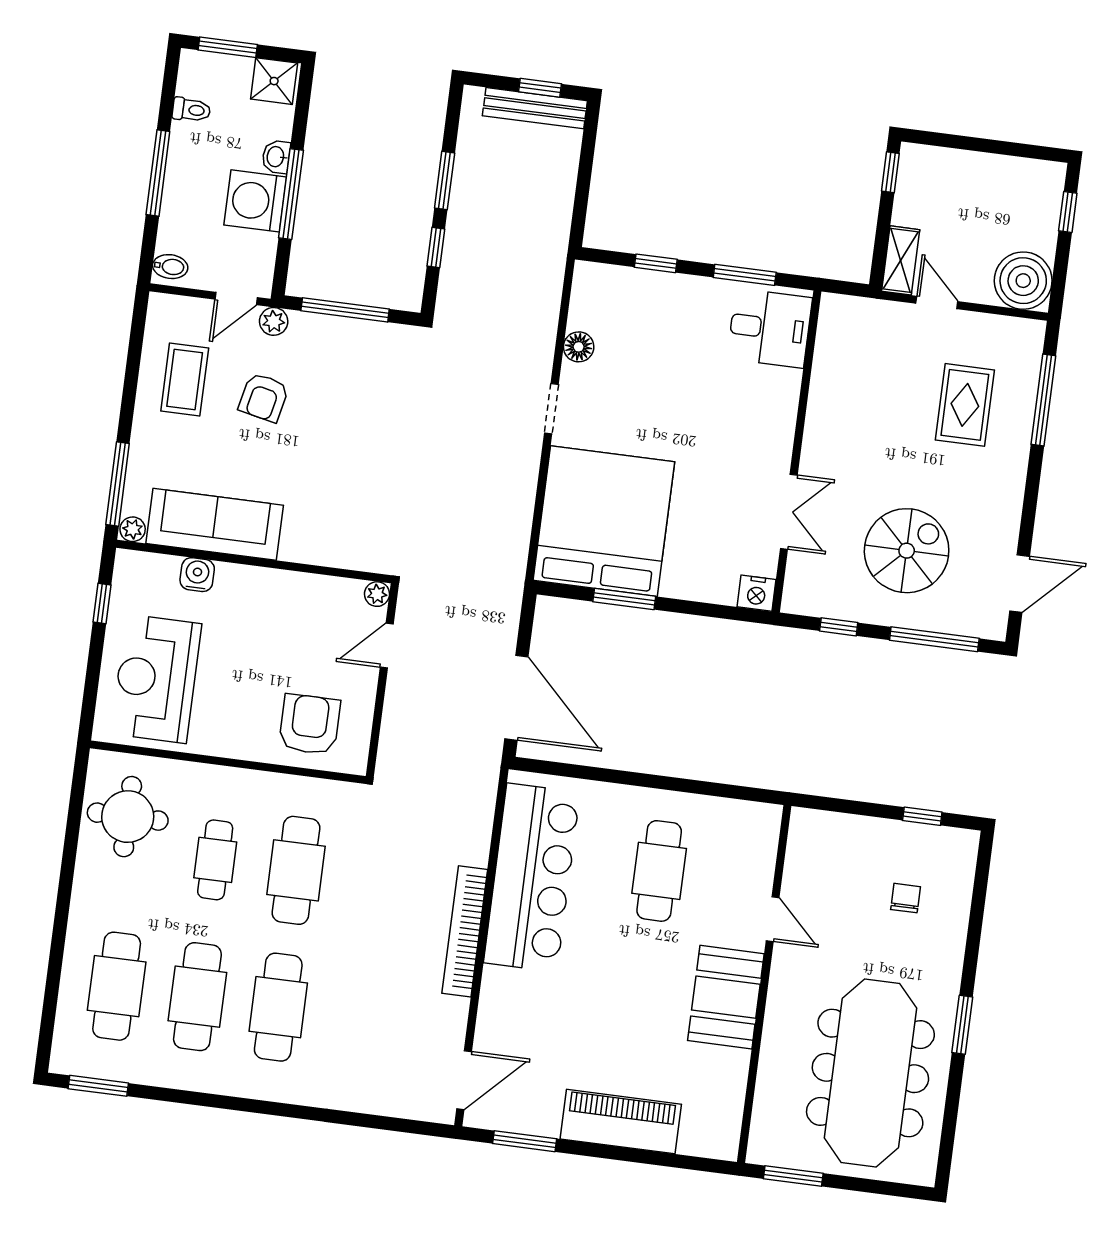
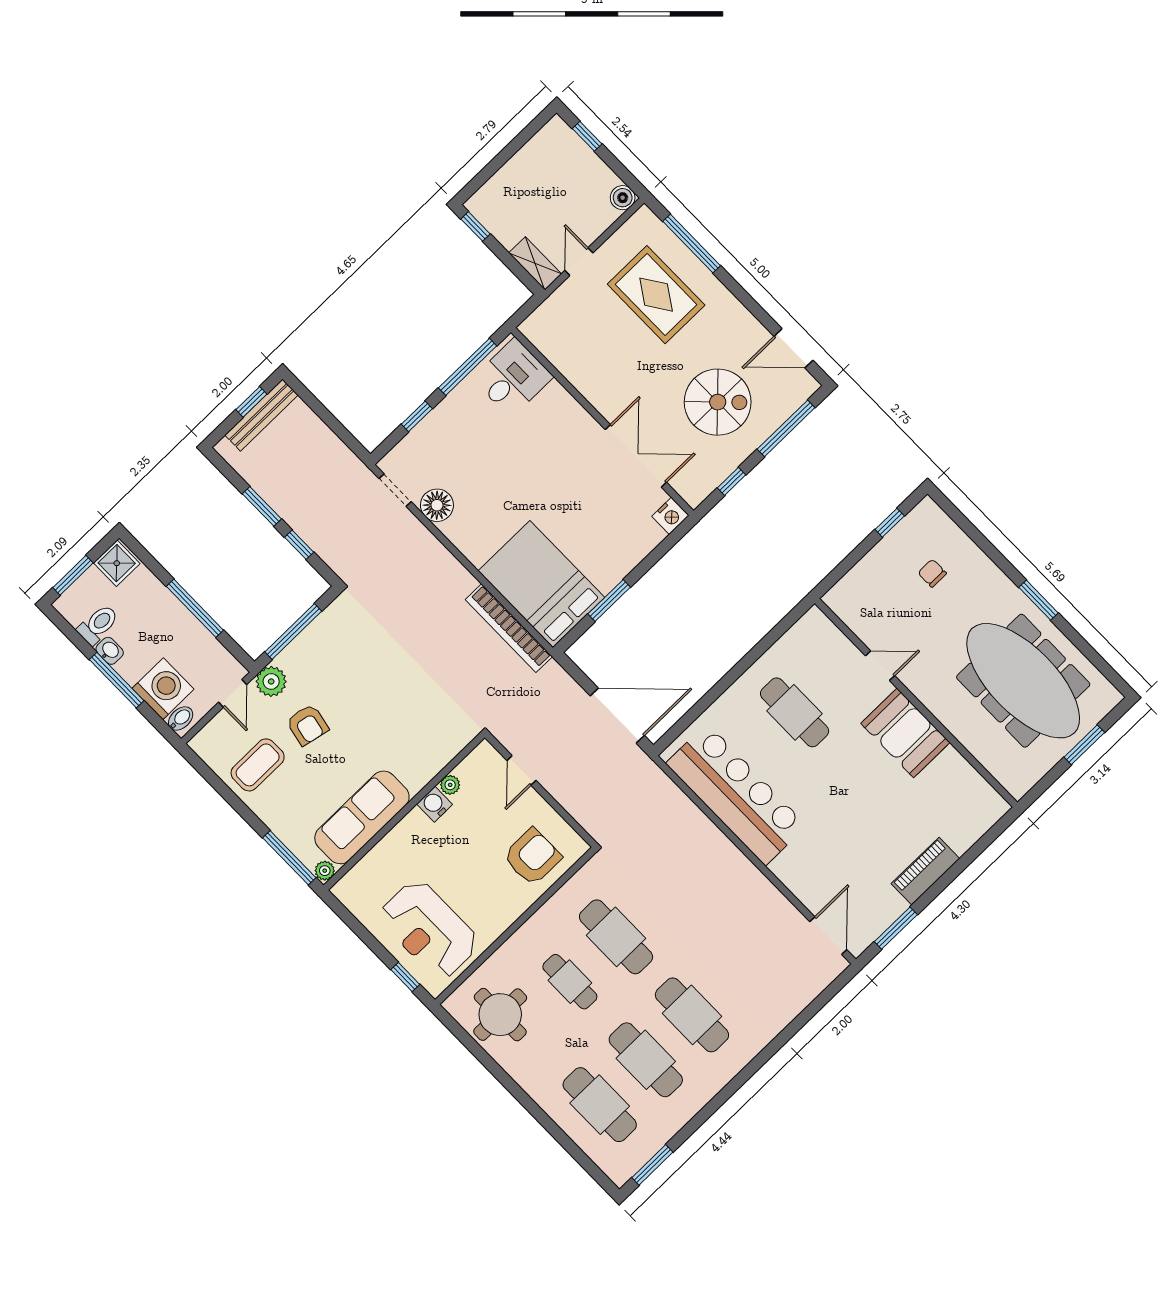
toilet: (191, 110) -> (98, 625), width x1.37, depth x1.39
washbasin: (276, 157) -> (110, 651), moved, turned 180
washing machine: (255, 201) -> (163, 689), moved, turned 180
window: (745, 275) -> (468, 367), width x1.44
boiler: (1023, 281) -> (623, 198), width x0.54, depth x0.54
door: (937, 302) -> (579, 262), hinge flipped
plant: (274, 321) -> (271, 681), width x1.38, depth x1.38
floor lamp: (579, 347) -> (437, 505), width x1.38, depth x1.38
coffee table: (185, 380) -> (258, 765), turned 90
rug: (965, 405) -> (656, 295), width x1.36, depth x1.43
doorway: (551, 409) -> (395, 490), moved
double door: (789, 512) -> (636, 456), width x1.37
bed: (604, 521) -> (541, 584), width x0.73
spiral stairs: (907, 551) -> (718, 402), turned 90
water cooler: (197, 575) -> (435, 804), moved
door: (1020, 584) -> (793, 348), swing flipped
plant: (377, 594) -> (450, 785), moved
window: (102, 603) -> (405, 977), moved
armchair: (310, 724) -> (532, 857), turned 90
bookcase: (465, 931) -> (509, 628), moved
piano: (621, 1122) -> (925, 871), width x0.73, depth x0.75
window: (793, 1176) -> (1084, 745), moved

